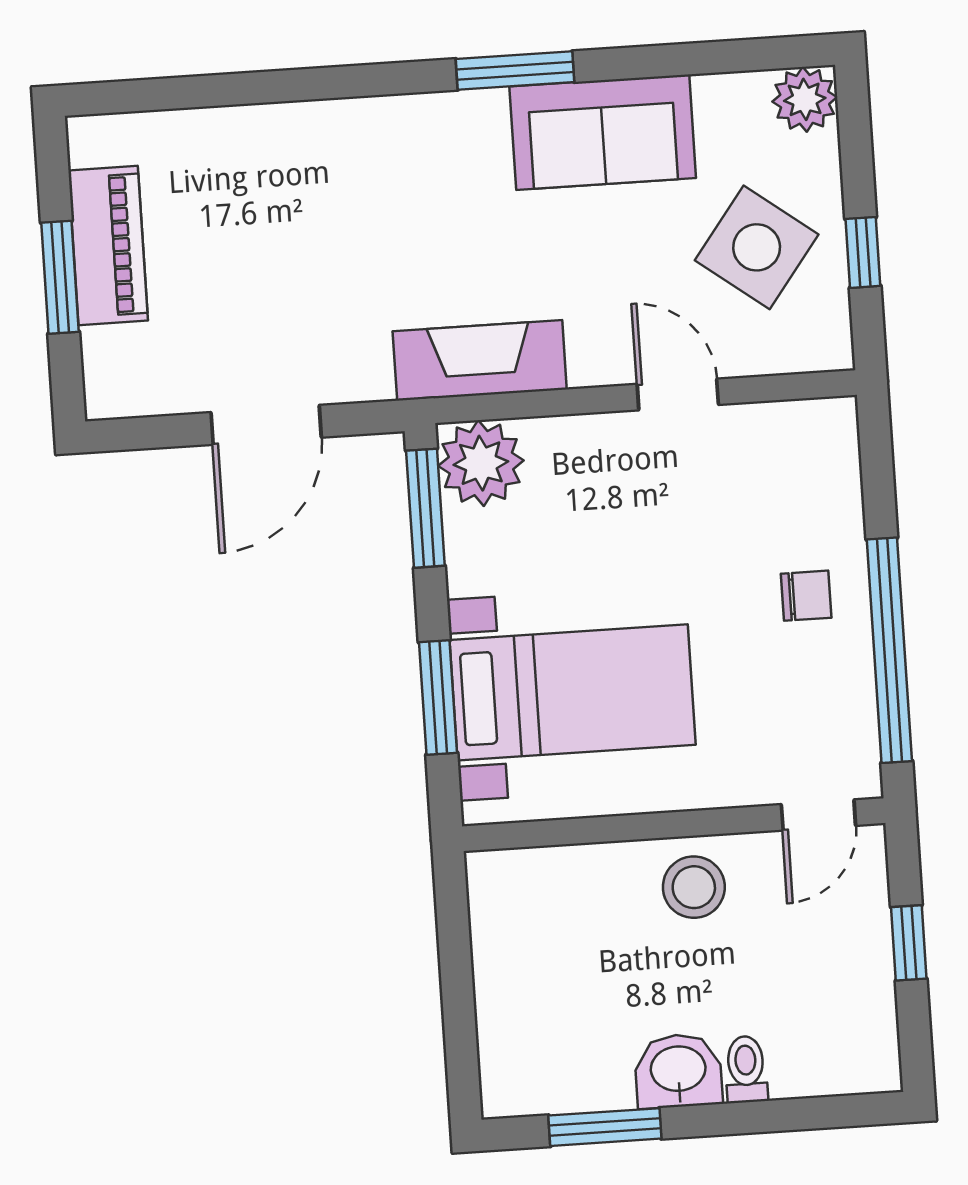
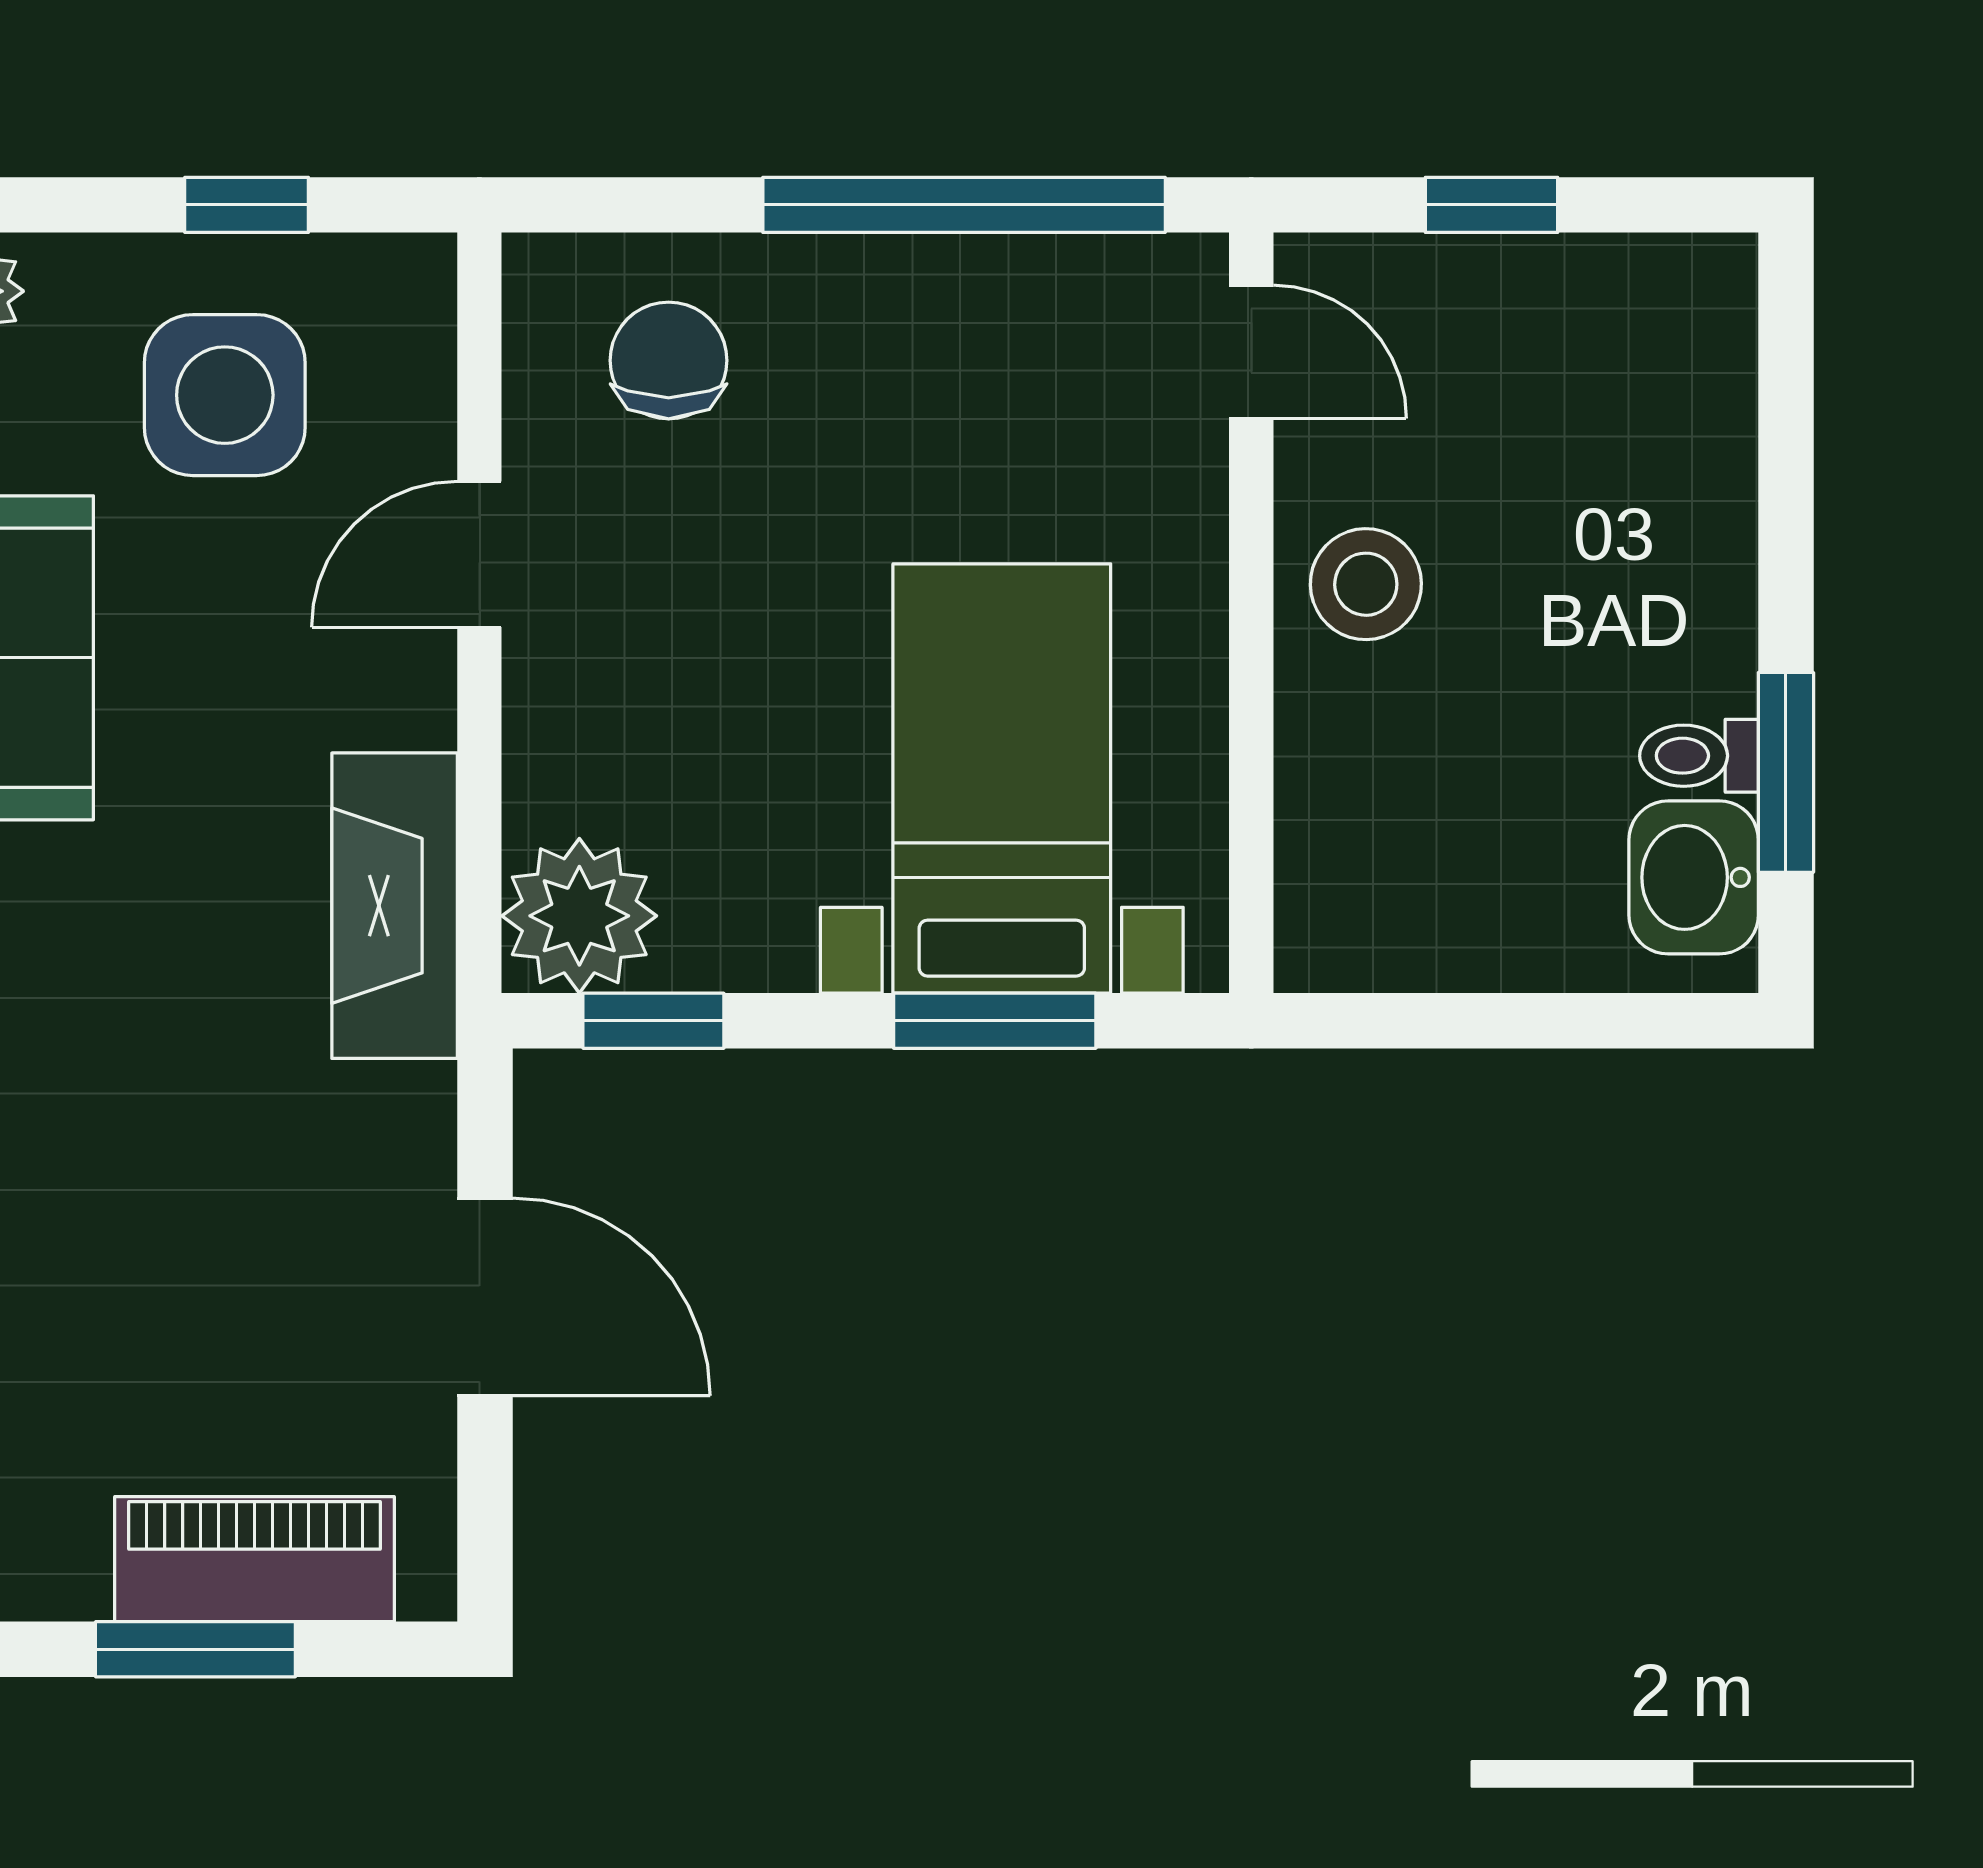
piano: (108, 246) -> (254, 1559), moved
side table: (757, 247) -> (225, 395), turned -37
window: (425, 508) -> (653, 1021), width x0.67
chair: (806, 596) -> (669, 360), moved, width x1.37, depth x1.37
toilet: (746, 1069) -> (1699, 756), moved
washbasin: (678, 1071) -> (1694, 877), moved

